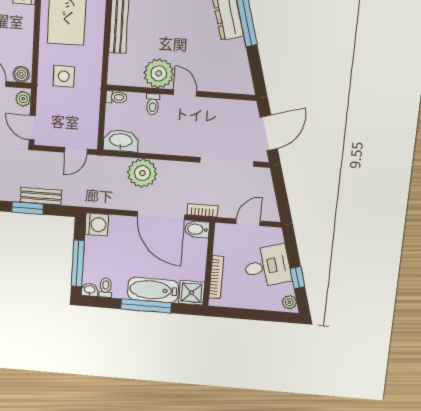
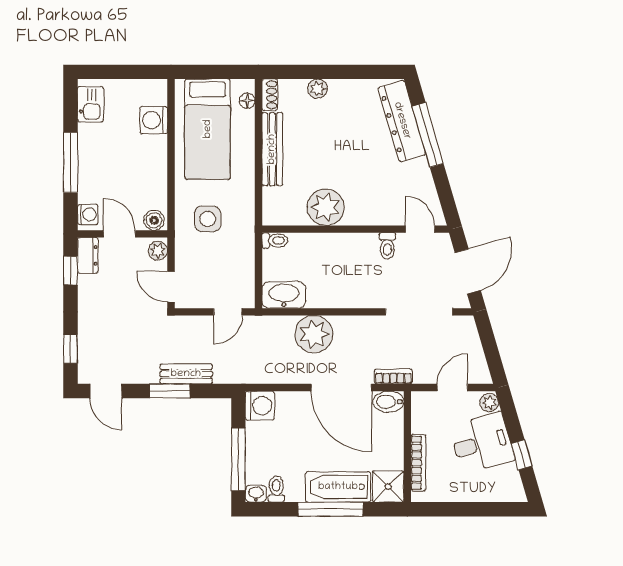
door: (185, 93) -> (420, 229), moved
toilet: (153, 104) -> (387, 246), moved
plant: (289, 302) -> (489, 403), moved

